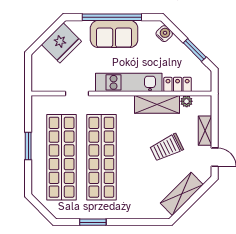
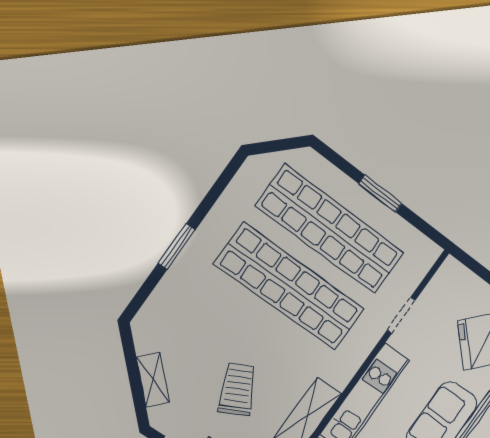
shelving: (182, 194) -> (153, 380), width x0.67, depth x0.75
window: (93, 222) -> (177, 246), moved

